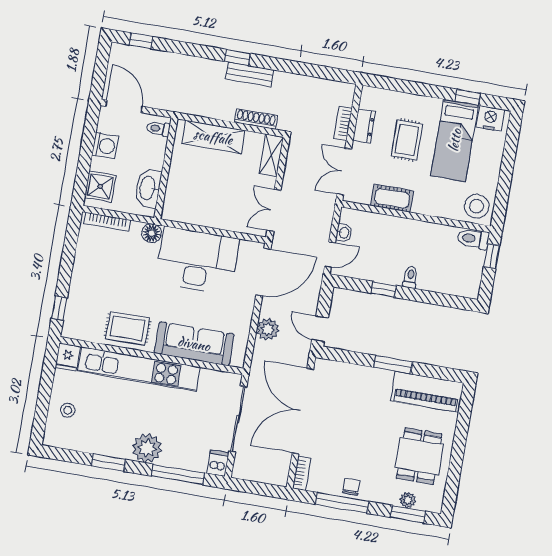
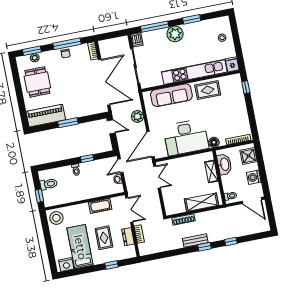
window: (141, 41) -> (231, 242), moved
window: (468, 97) -> (111, 265), moved
shelving: (271, 155) -> (211, 171), moved
toilet: (473, 239) -> (49, 184), moved

